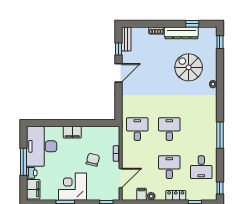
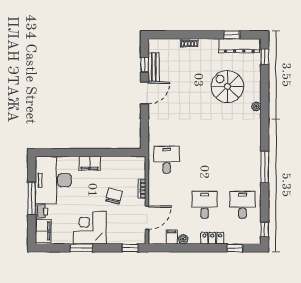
dresser: (181, 33) -> (239, 46), moved
bench: (126, 39) -> (154, 67), moved
desk: (169, 129) -> (205, 160), removed
desk: (201, 167) -> (242, 205), turned 180

